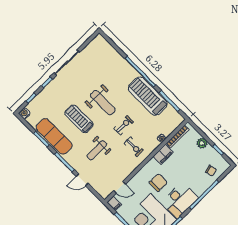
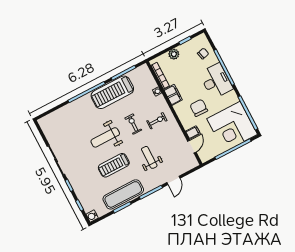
weight bench: (103, 103) -> (105, 137), turned 180
weight bench: (97, 150) -> (149, 157), turned 180
desk: (180, 200) -> (216, 81), moved
filing cabinet: (114, 203) -> (193, 132), moved

